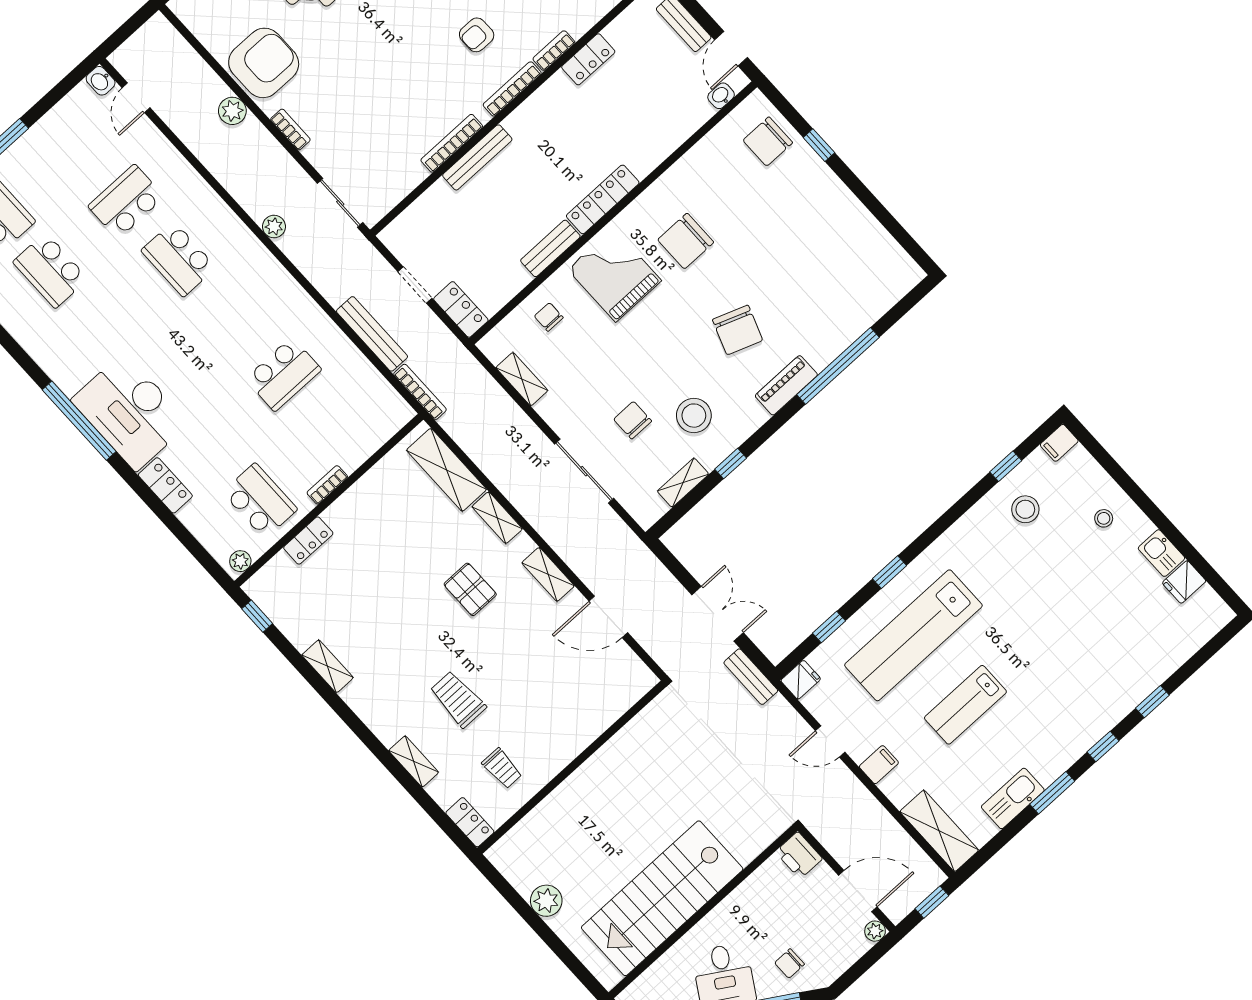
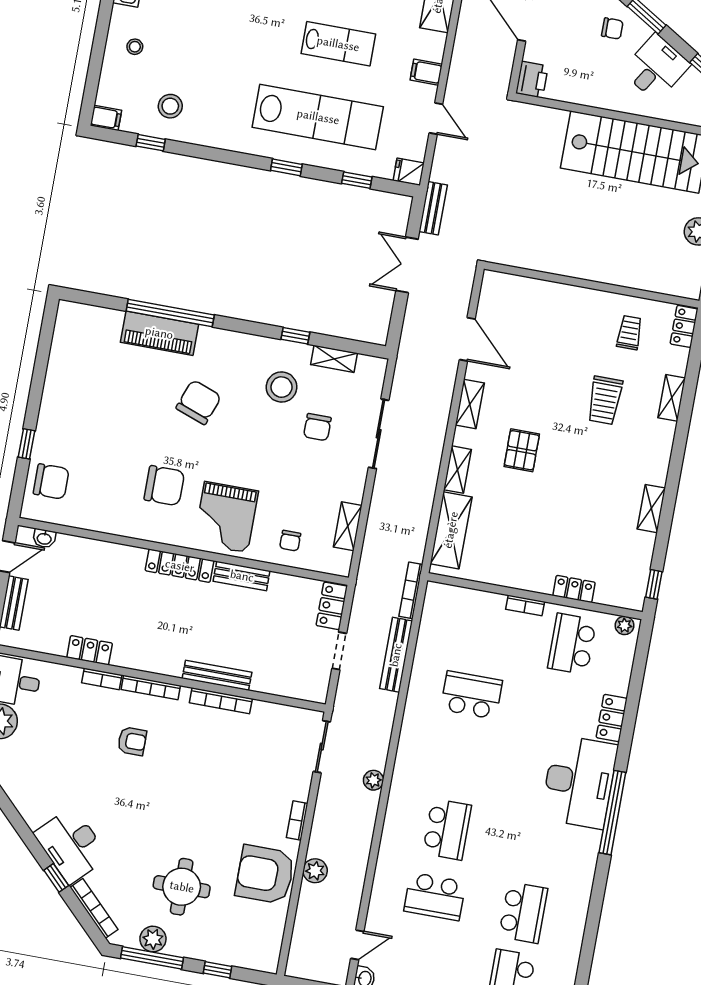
piano: (786, 385) -> (159, 333), moved, width x1.37, depth x1.33

